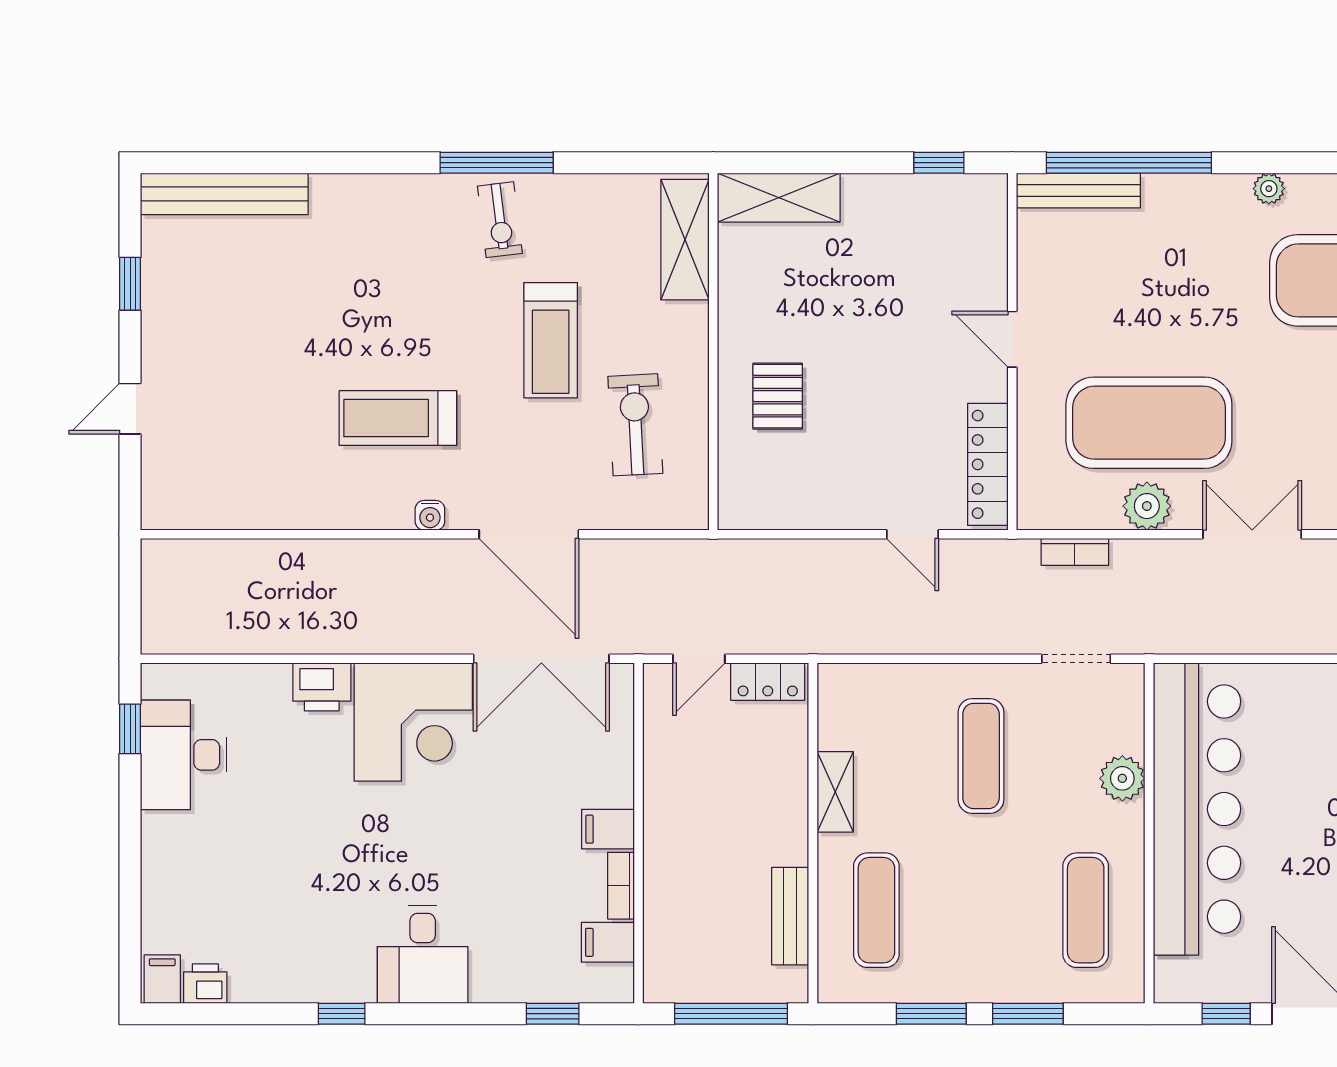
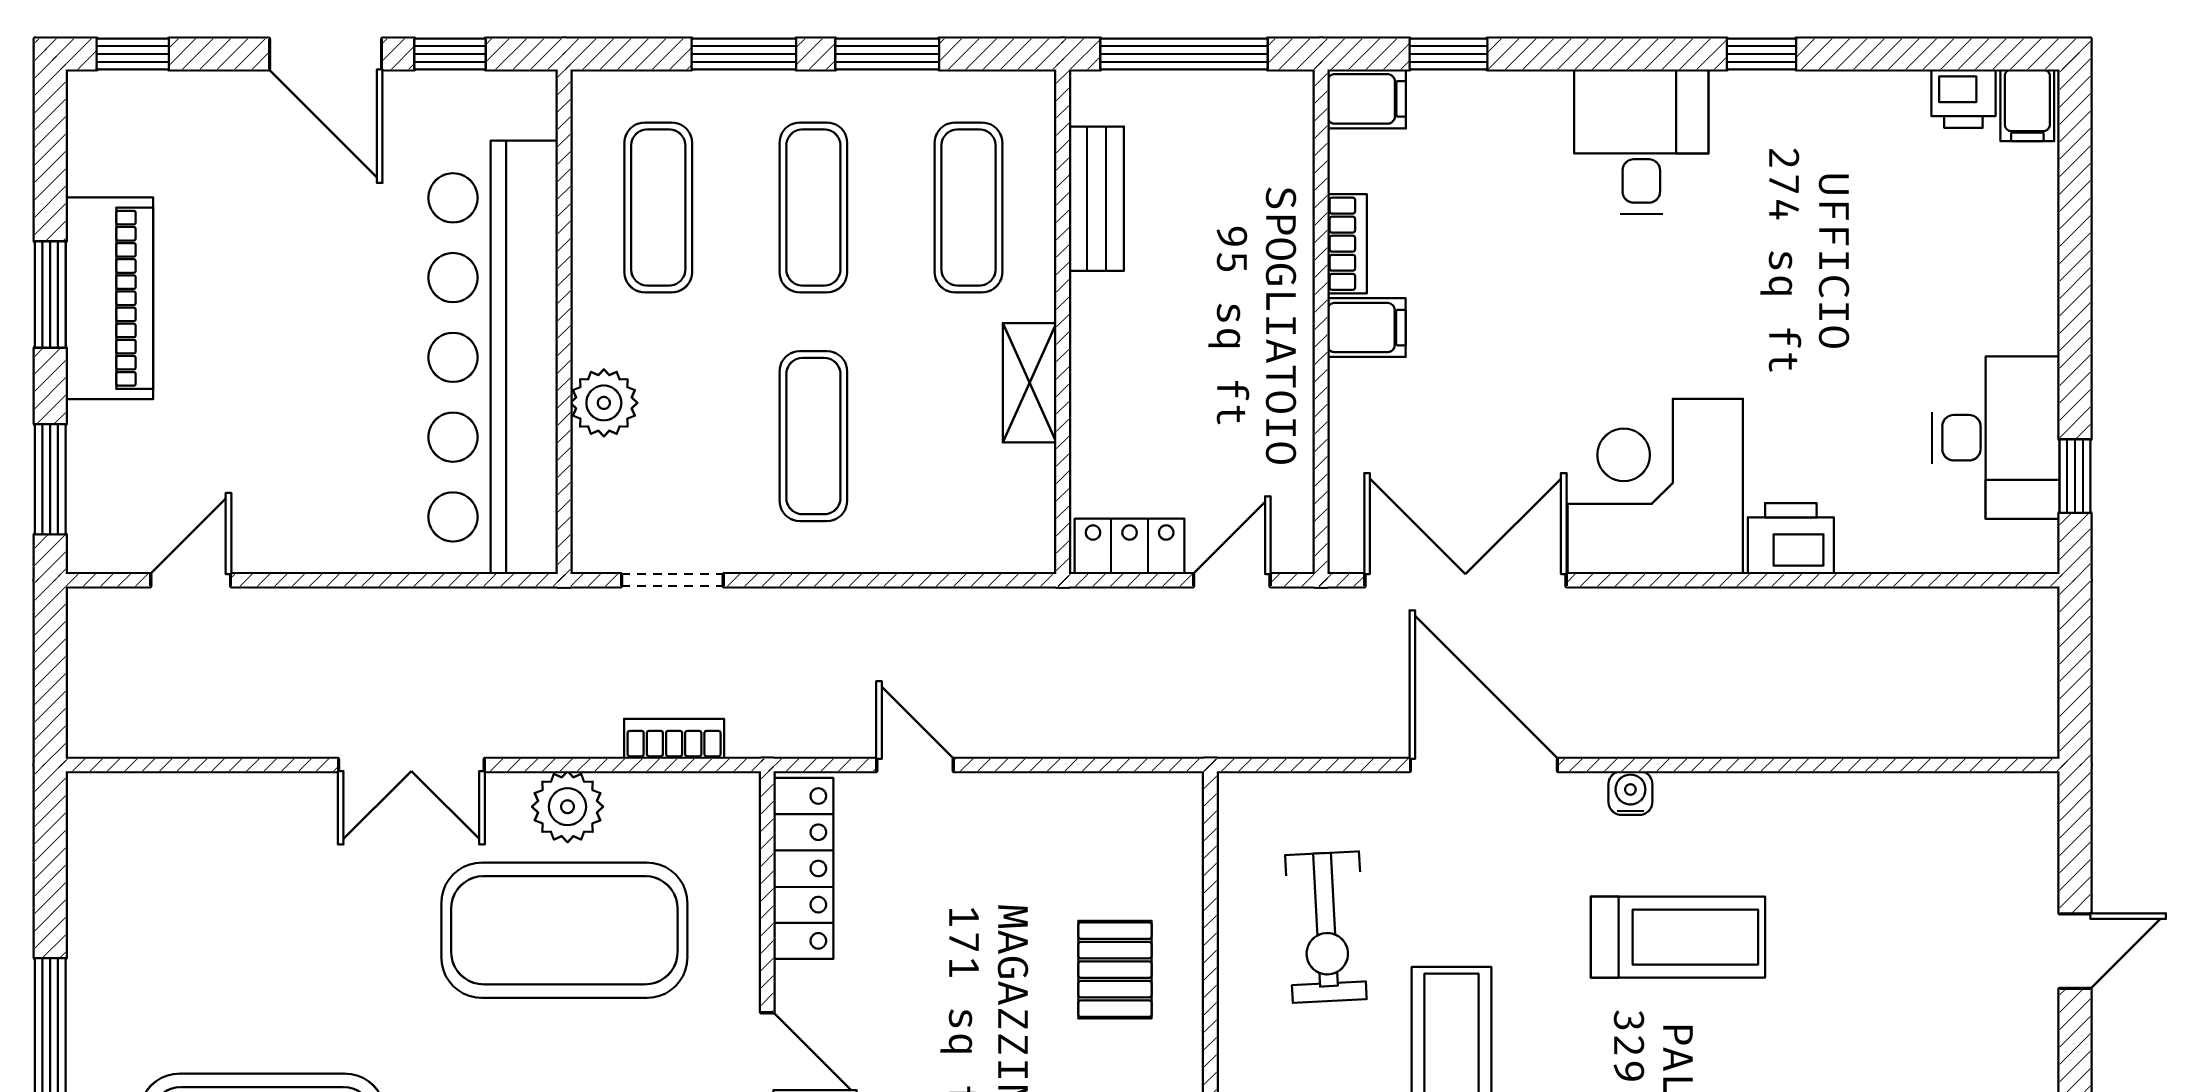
exercise mat: (981, 910) -> (813, 207), added
filing cabinet: (608, 942) -> (1367, 99), moved

